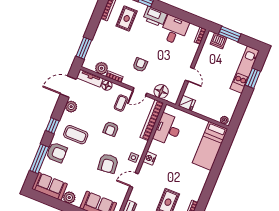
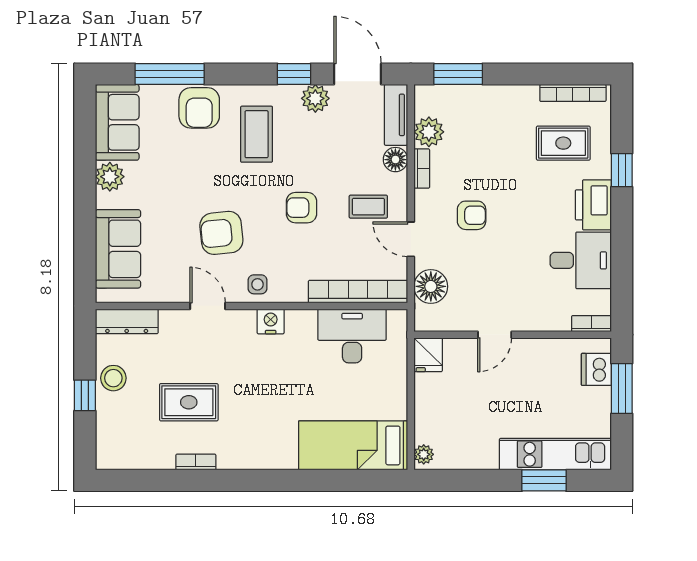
window: (53, 126) -> (294, 74), moved

